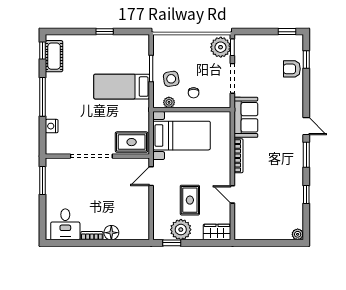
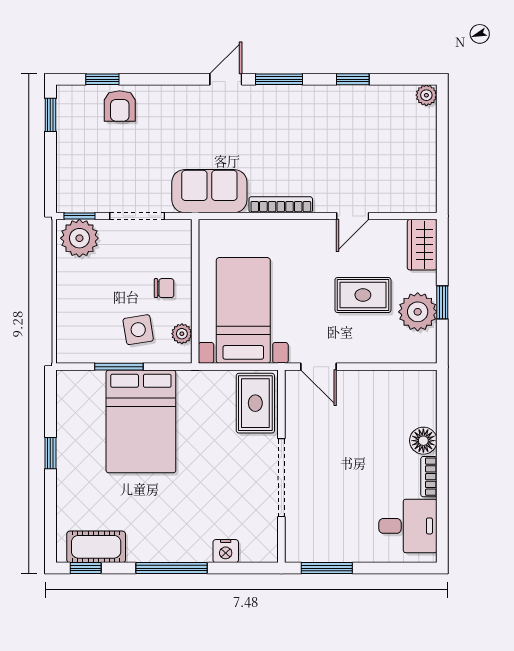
bed: (122, 87) -> (141, 421), width x1.50
window: (172, 243) -> (442, 302), moved

